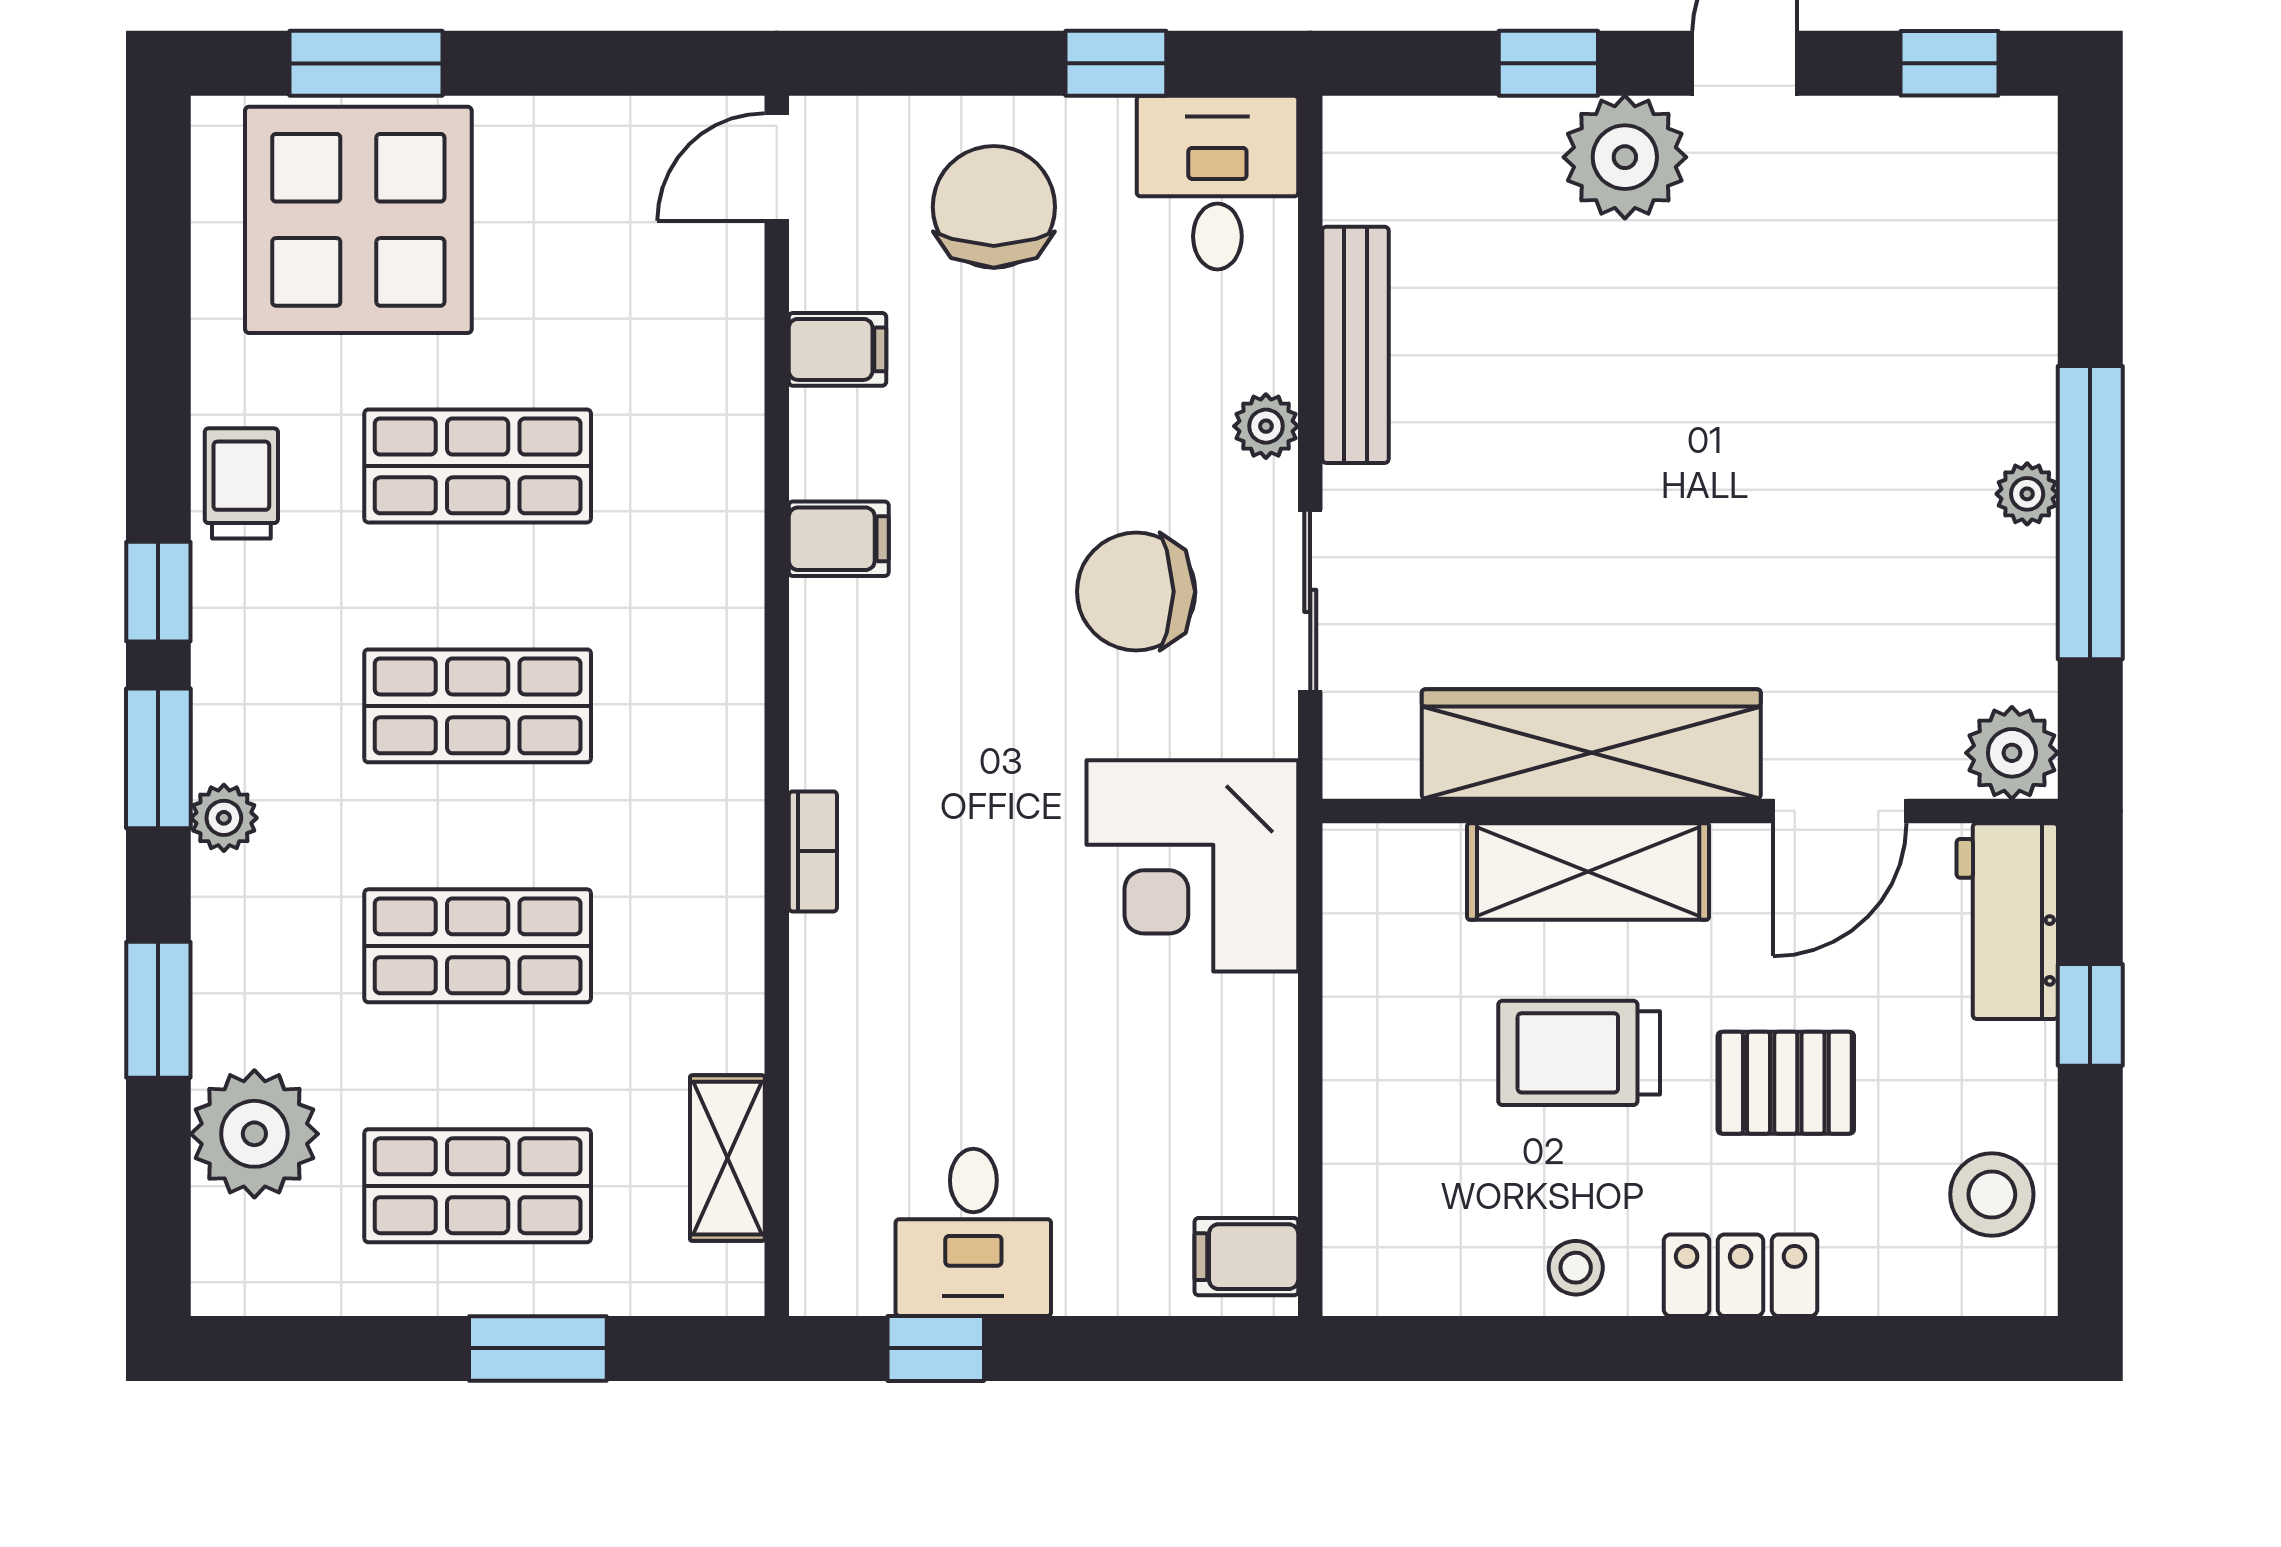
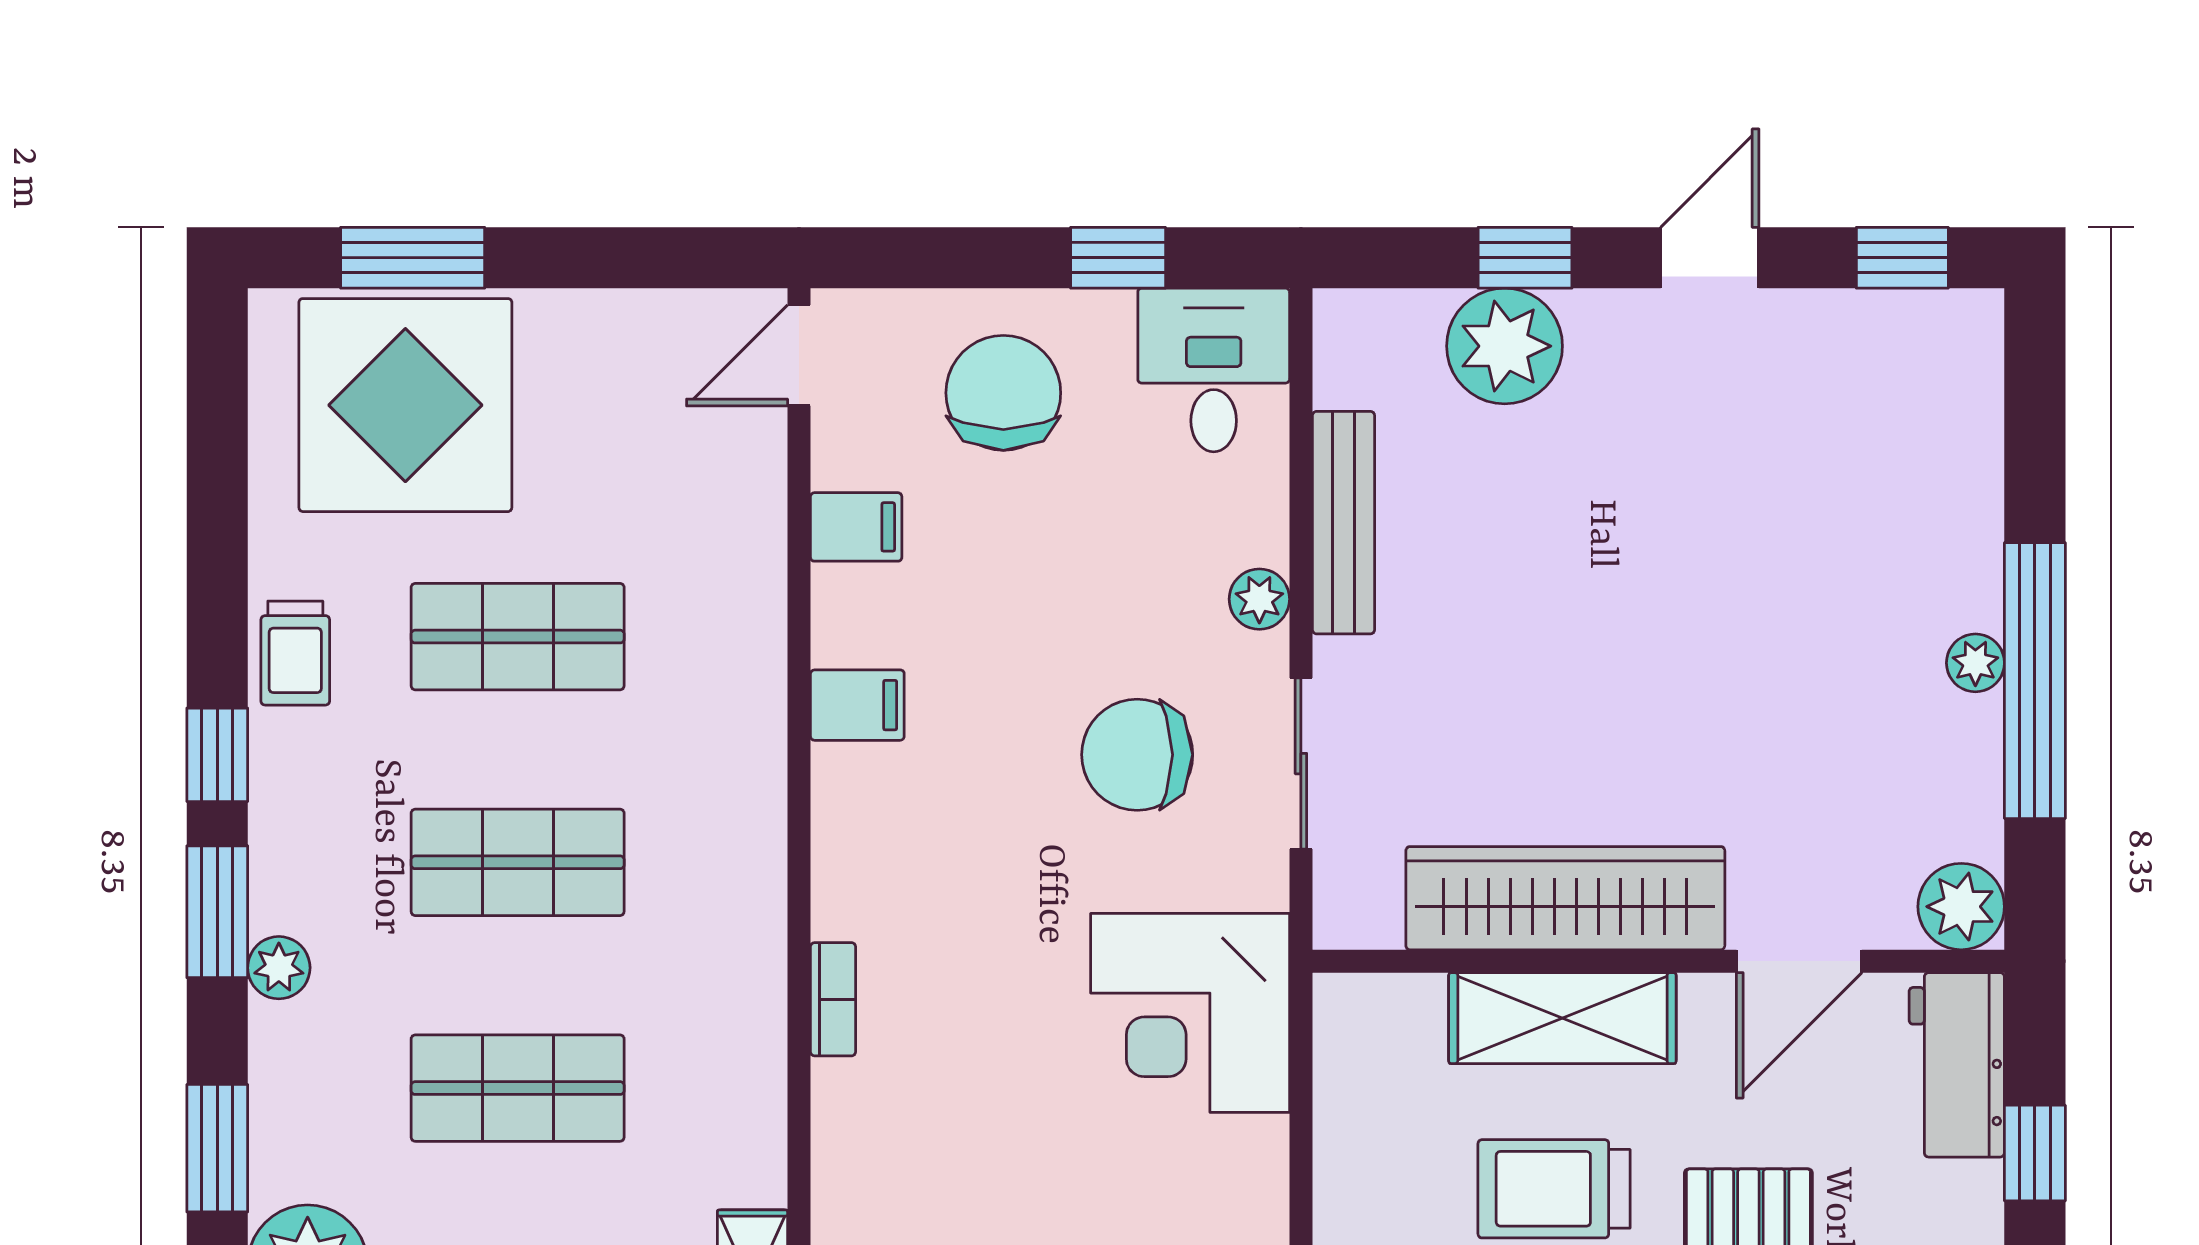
plant: (1625, 157) -> (1505, 346), moved
trolley: (241, 483) -> (295, 653), turned 180

